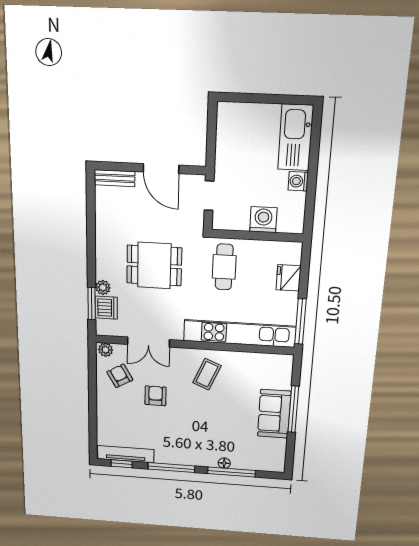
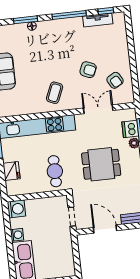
washing machine: (263, 220) -> (17, 209), moved, turned -90
plant: (106, 350) -> (127, 98), removed
armchair: (156, 396) -> (88, 70), turned -67
tv unit: (126, 454) -> (98, 20), width x0.71
window: (232, 472) -> (25, 20), width x0.69

